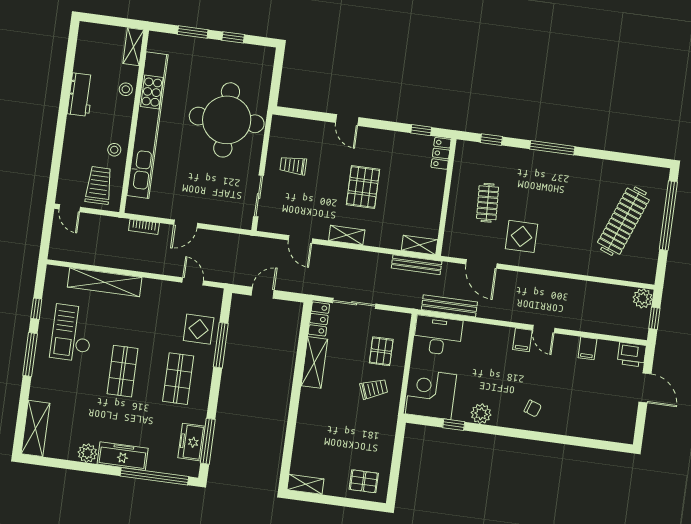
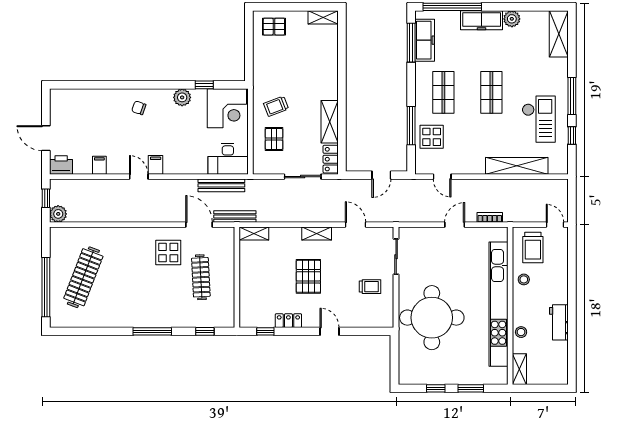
locker: (441, 153) -> (288, 321), moved, turned -90
clothes rail: (488, 203) -> (201, 277), width x1.36
bench: (417, 265) -> (235, 217), moved
freezer: (192, 442) -> (425, 40), width x1.40

